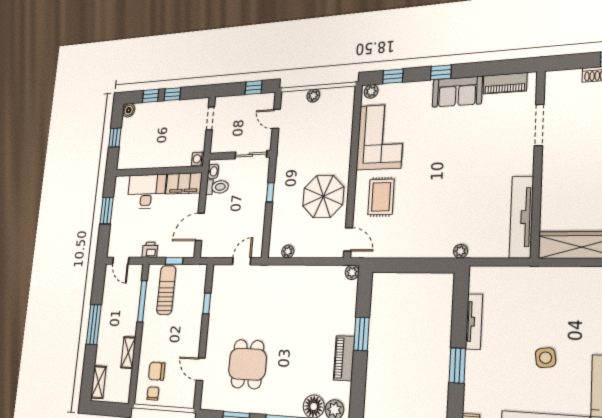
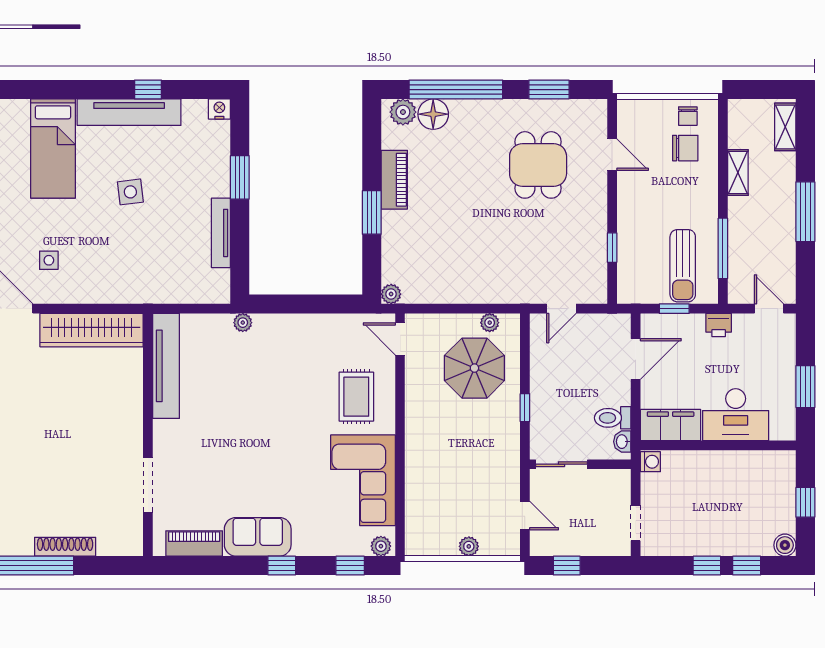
parasol: (323, 196) -> (474, 368), moved

